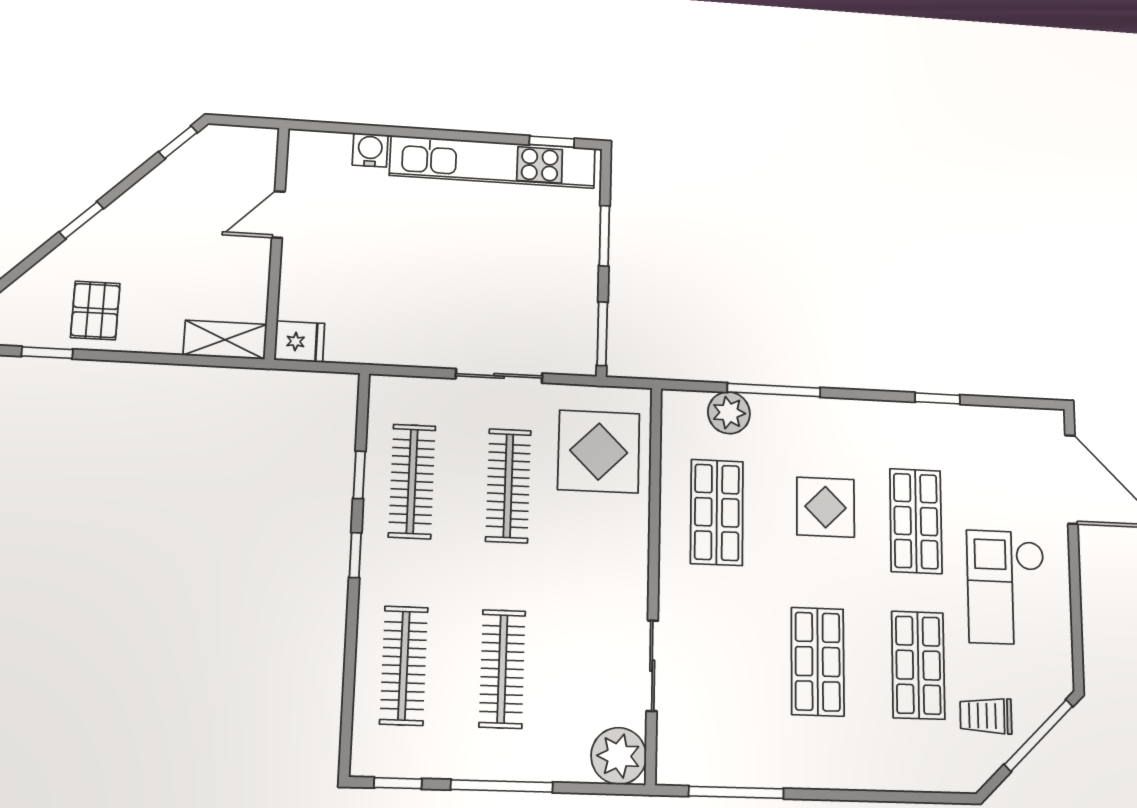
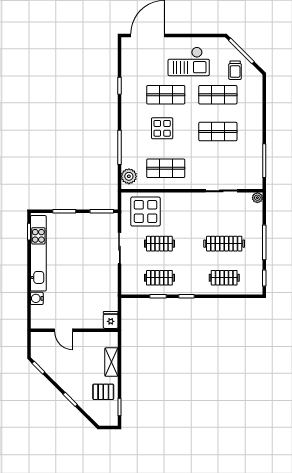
shelving: (225, 340) -> (111, 362), moved
plant: (729, 413) -> (129, 176), moved
clothes rail: (412, 481) -> (159, 278), width x0.73
clothes rail: (508, 486) -> (159, 244), width x0.73
clothes rail: (404, 666) -> (224, 278), width x0.73
plant: (619, 756) -> (257, 198), width x0.53, depth x0.53

